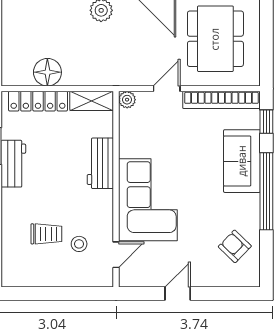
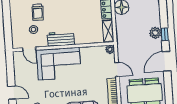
workbench: (100, 163) -> (61, 39), moved
door: (178, 294) -> (12, 93), moved

